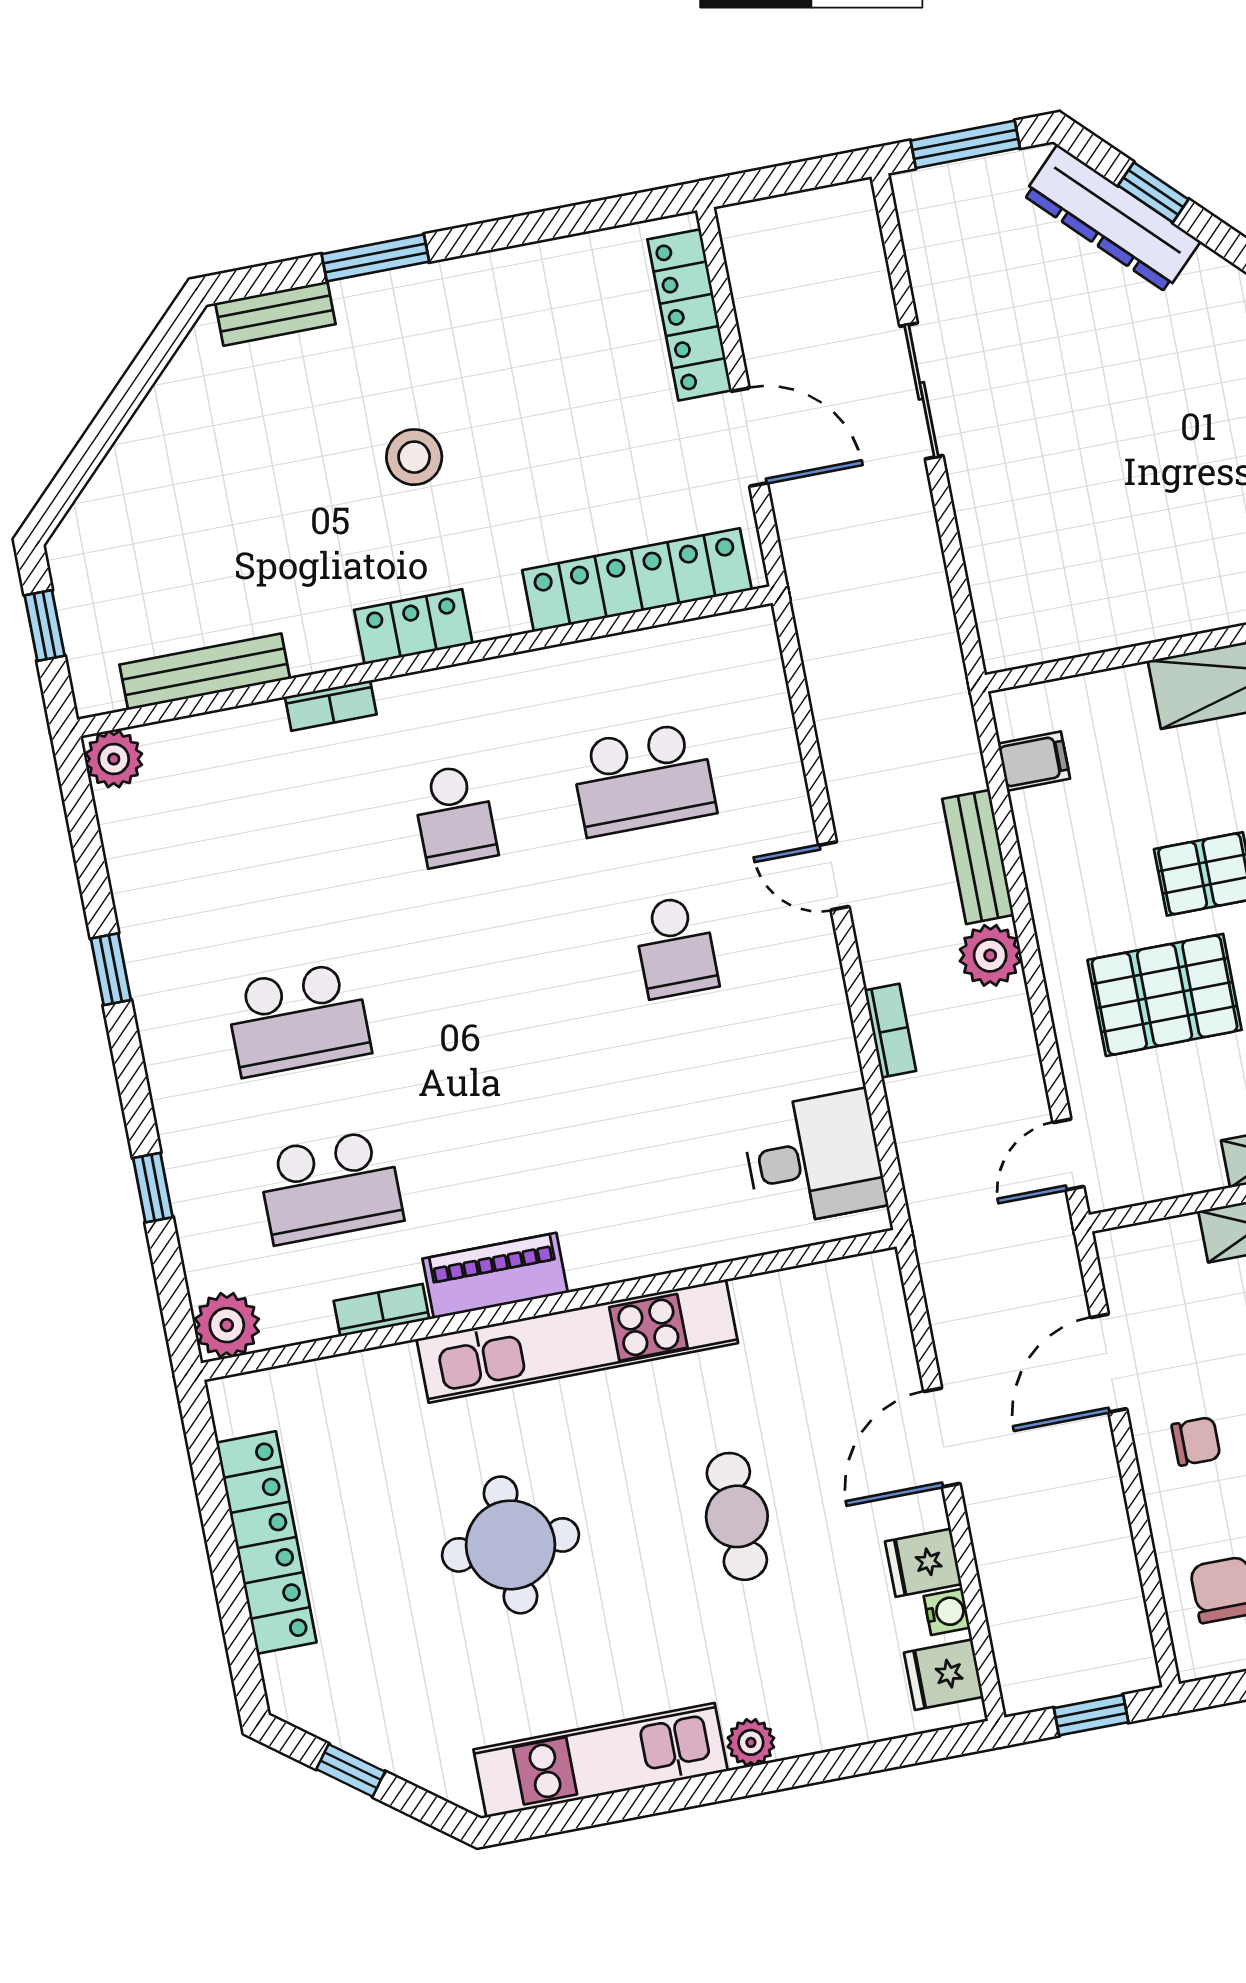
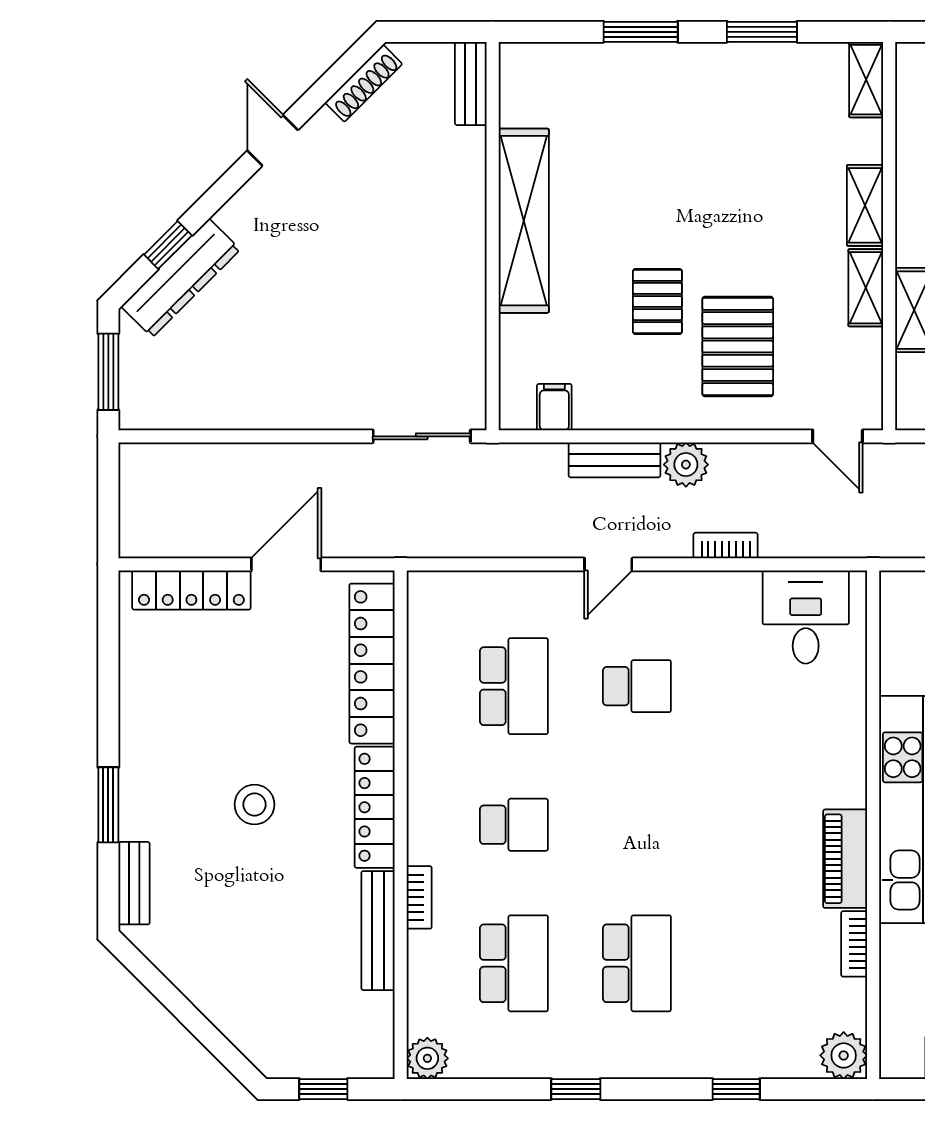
sliding door: (921, 391) -> (422, 436), moved
locker: (413, 627) -> (375, 807), width x1.53
bench: (205, 672) -> (378, 931), moved
school desk: (330, 1187) -> (514, 963), moved

